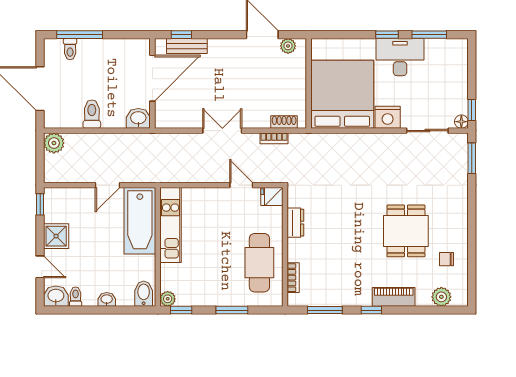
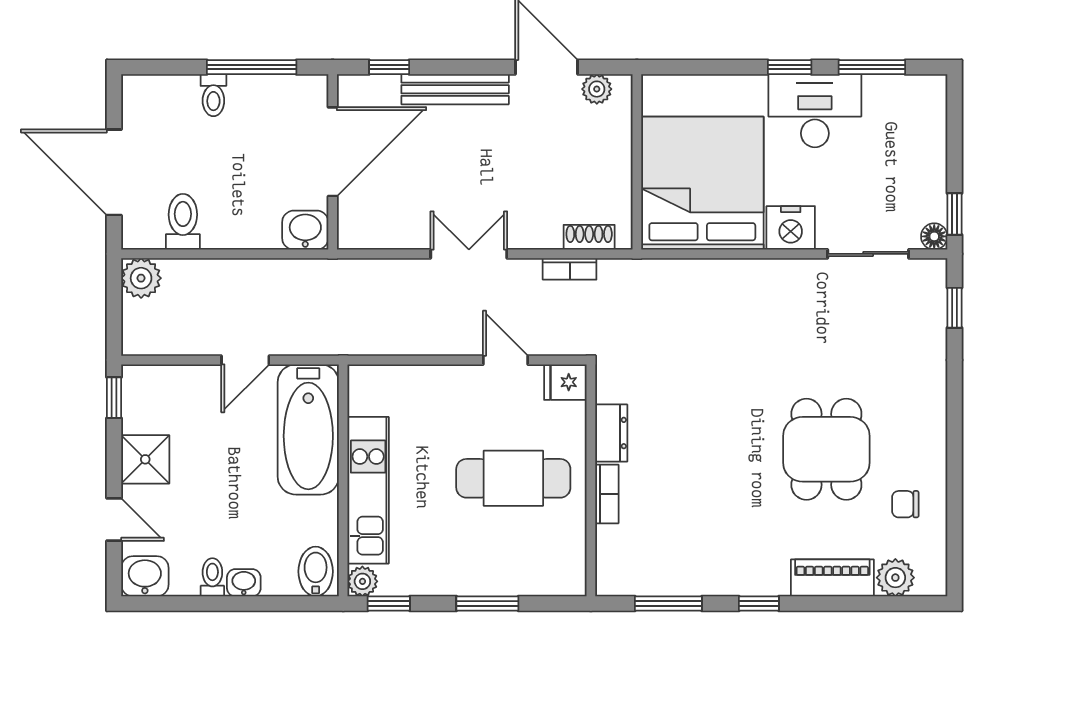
window: (80, 35) -> (252, 67), moved
bench: (187, 46) -> (455, 89), moved, width x1.36
toilet: (70, 49) -> (213, 95), moved
toilet: (92, 114) -> (183, 222), moved
window: (472, 158) -> (955, 308), width x0.67
kitchen unit: (171, 225) -> (368, 490), moved
cafe table: (259, 263) -> (513, 478), moved, turned 90
bookcase: (293, 278) -> (607, 494), moved
toilet: (76, 297) -> (212, 577), moved
piano: (394, 297) -> (832, 578), moved

